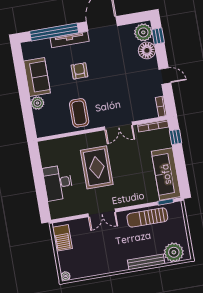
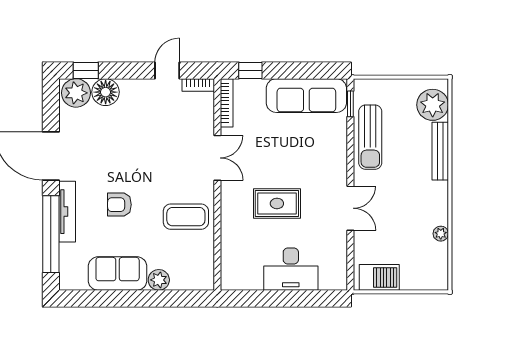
door: (165, 76) -> (167, 70), moved
rug: (97, 167) -> (277, 203), width x0.73, depth x0.70
plant: (66, 276) -> (441, 234), moved

